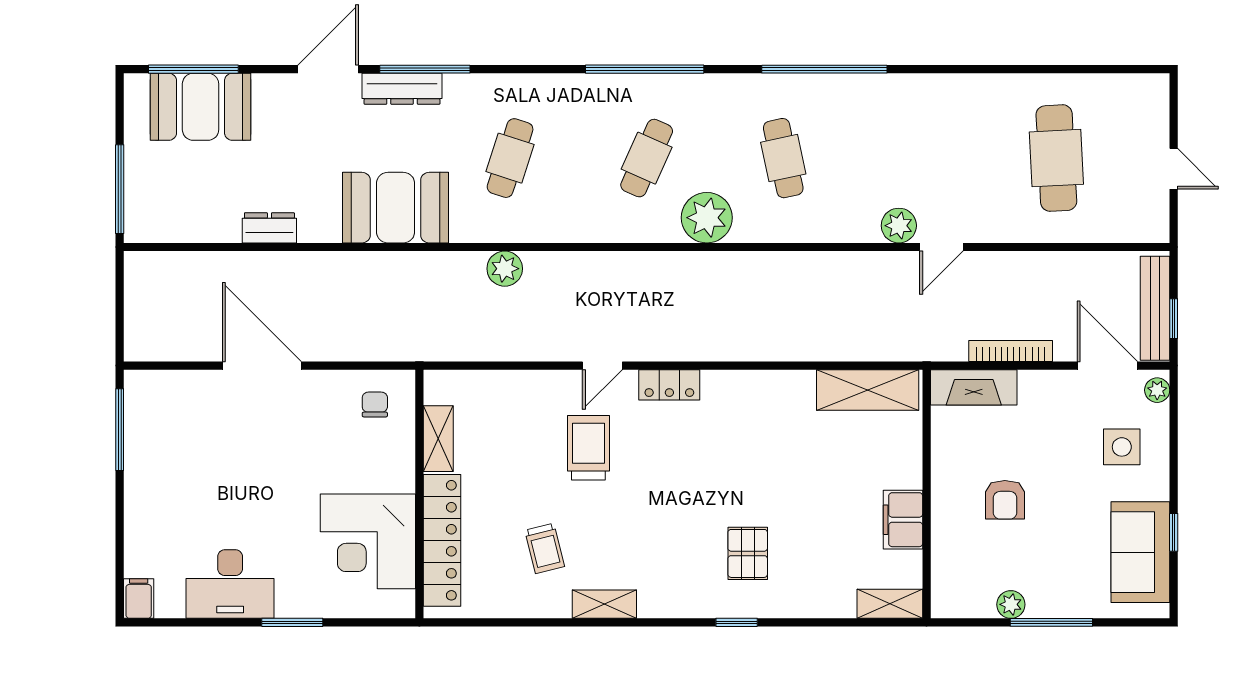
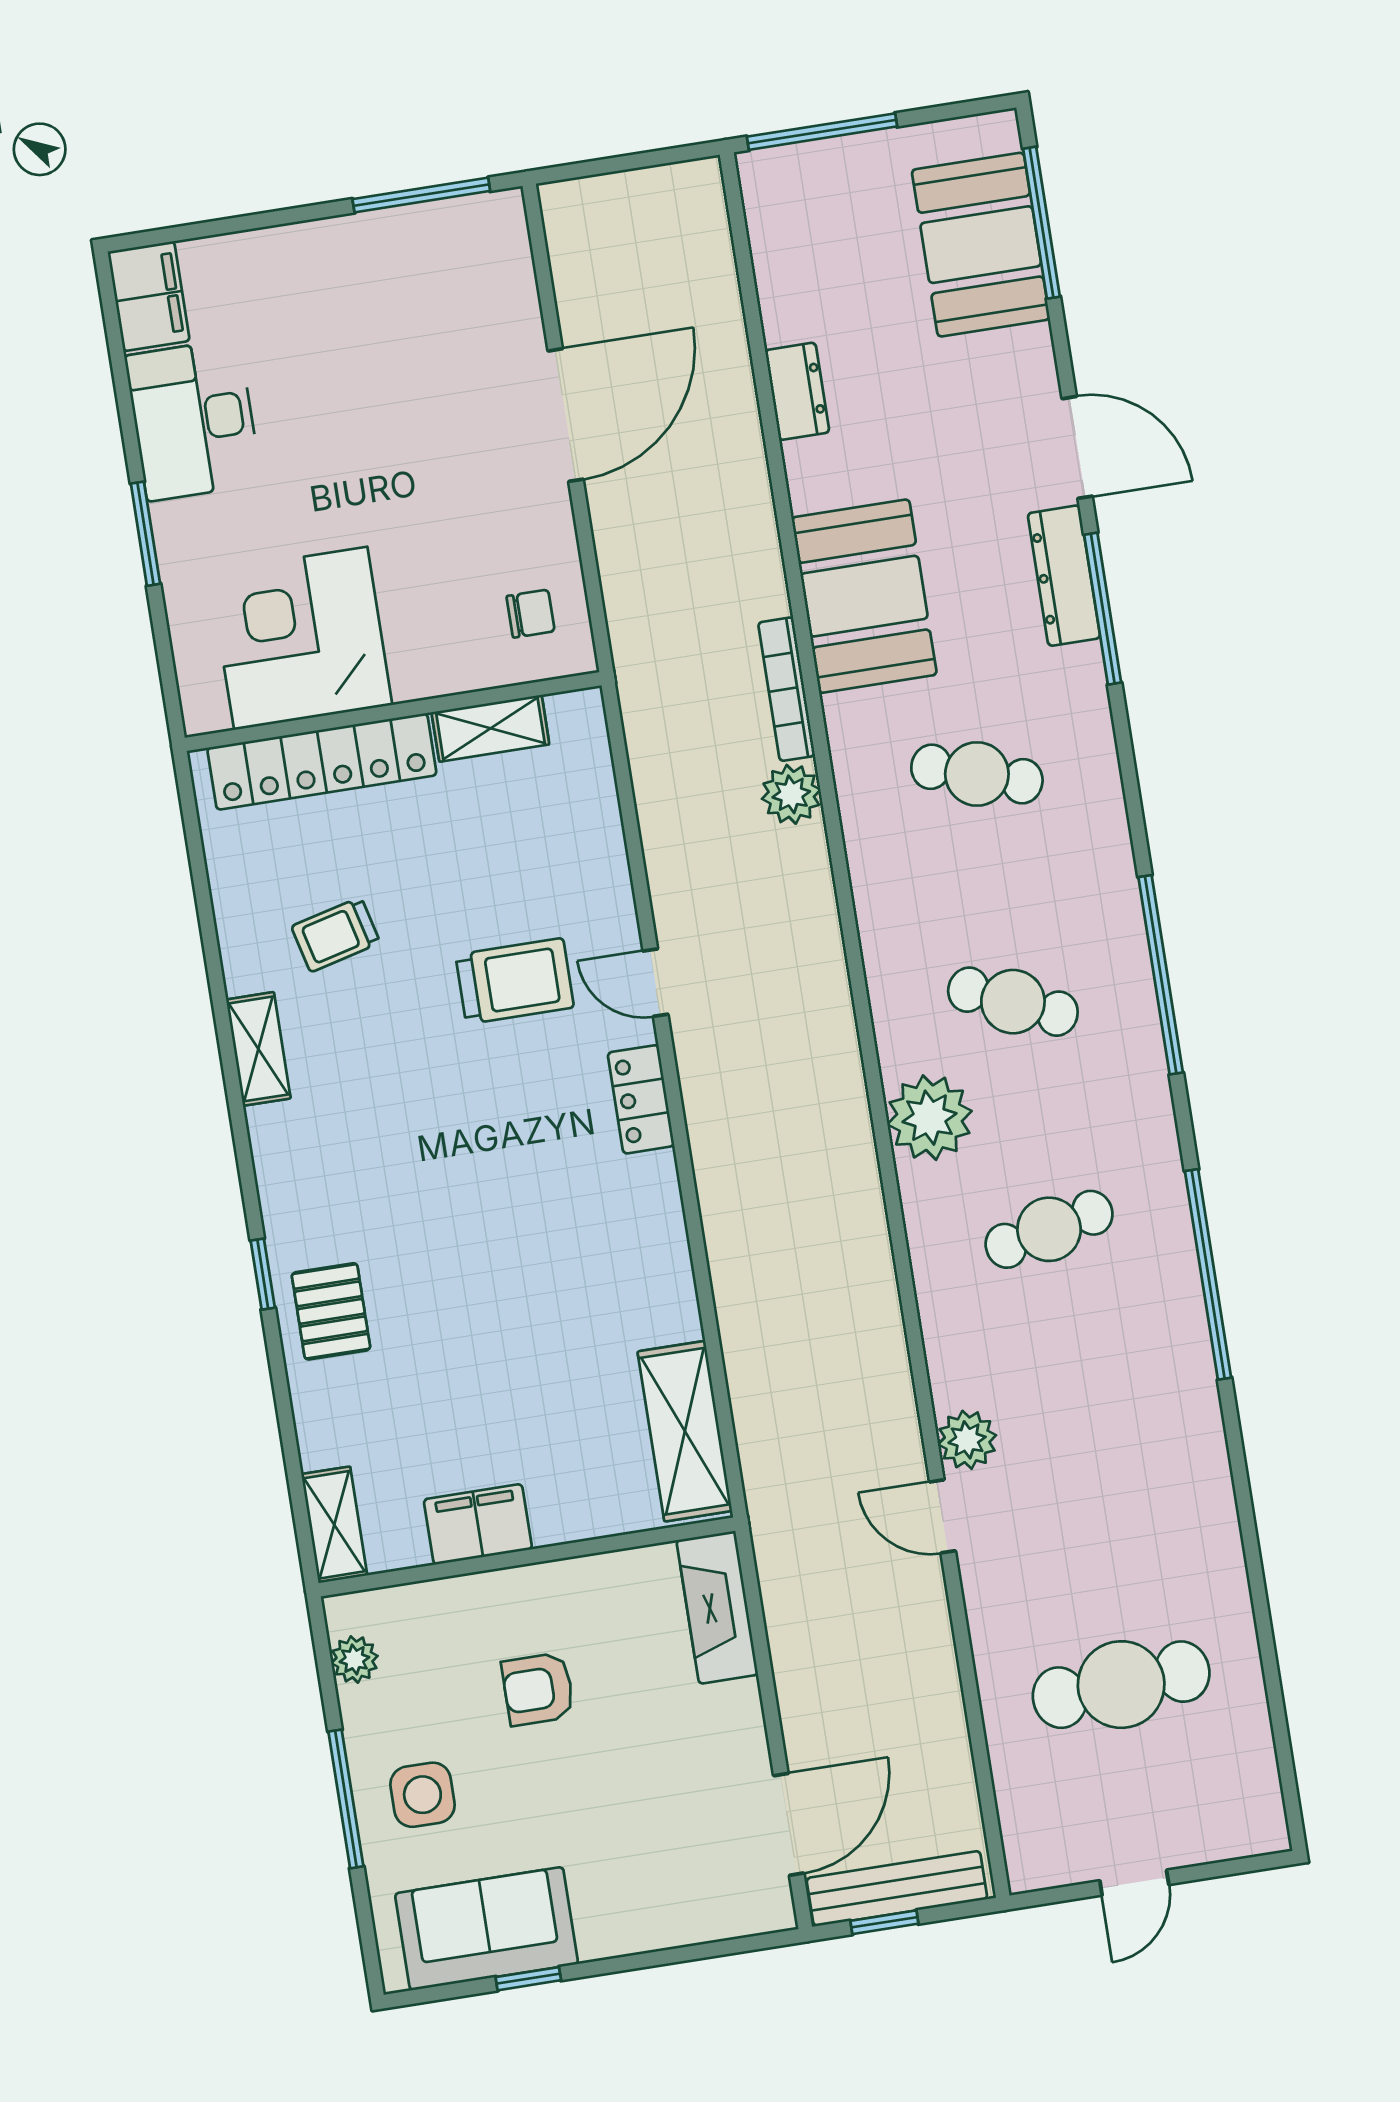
bookcase: (1011, 351) -> (787, 689), moved, turned 180
plant: (1157, 390) -> (761, 1914), removed
side table: (1122, 447) -> (422, 1795), moved
pallet: (748, 553) -> (331, 1311), moved, turned 90
filing cabinet: (139, 599) -> (149, 296), width x2.00
plant: (1011, 604) -> (354, 1659), moved

